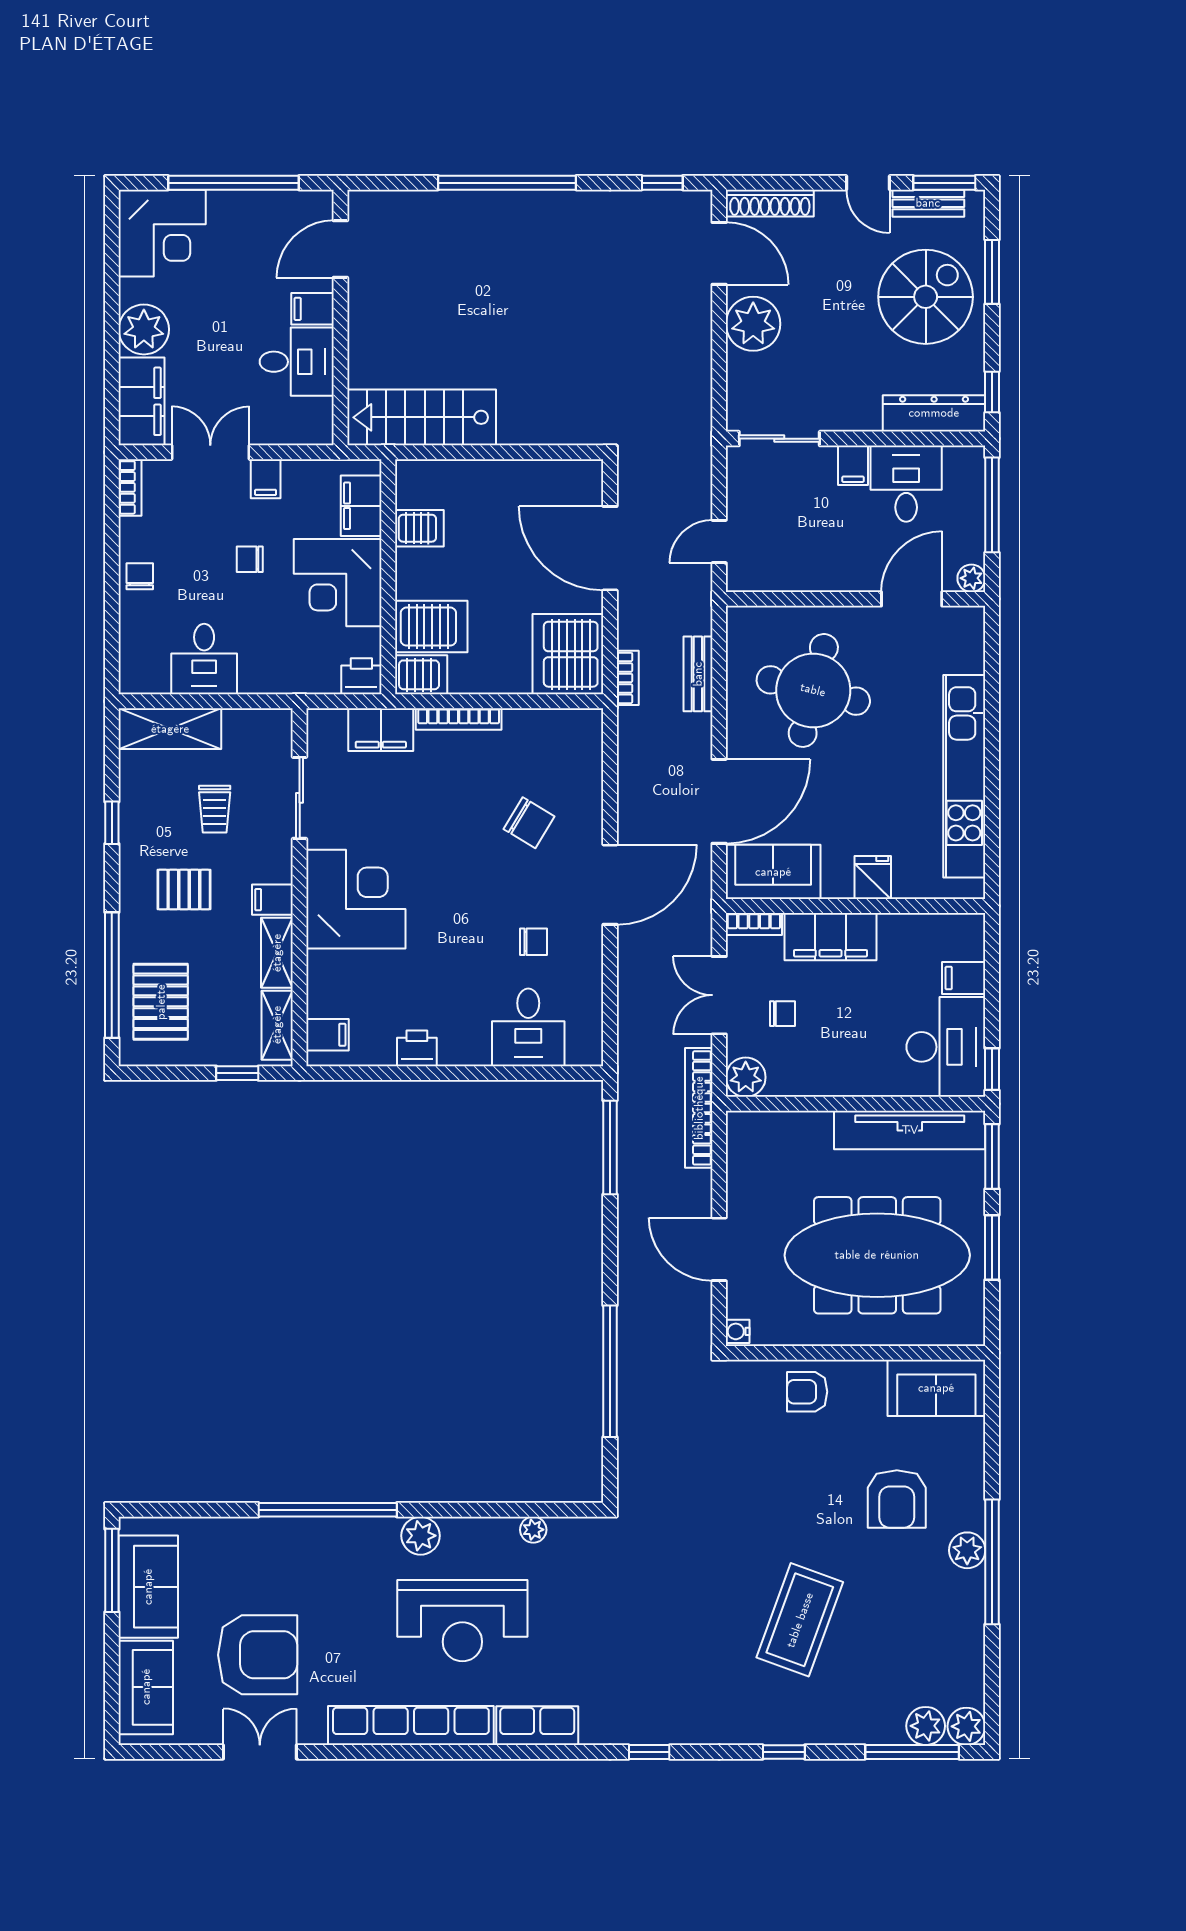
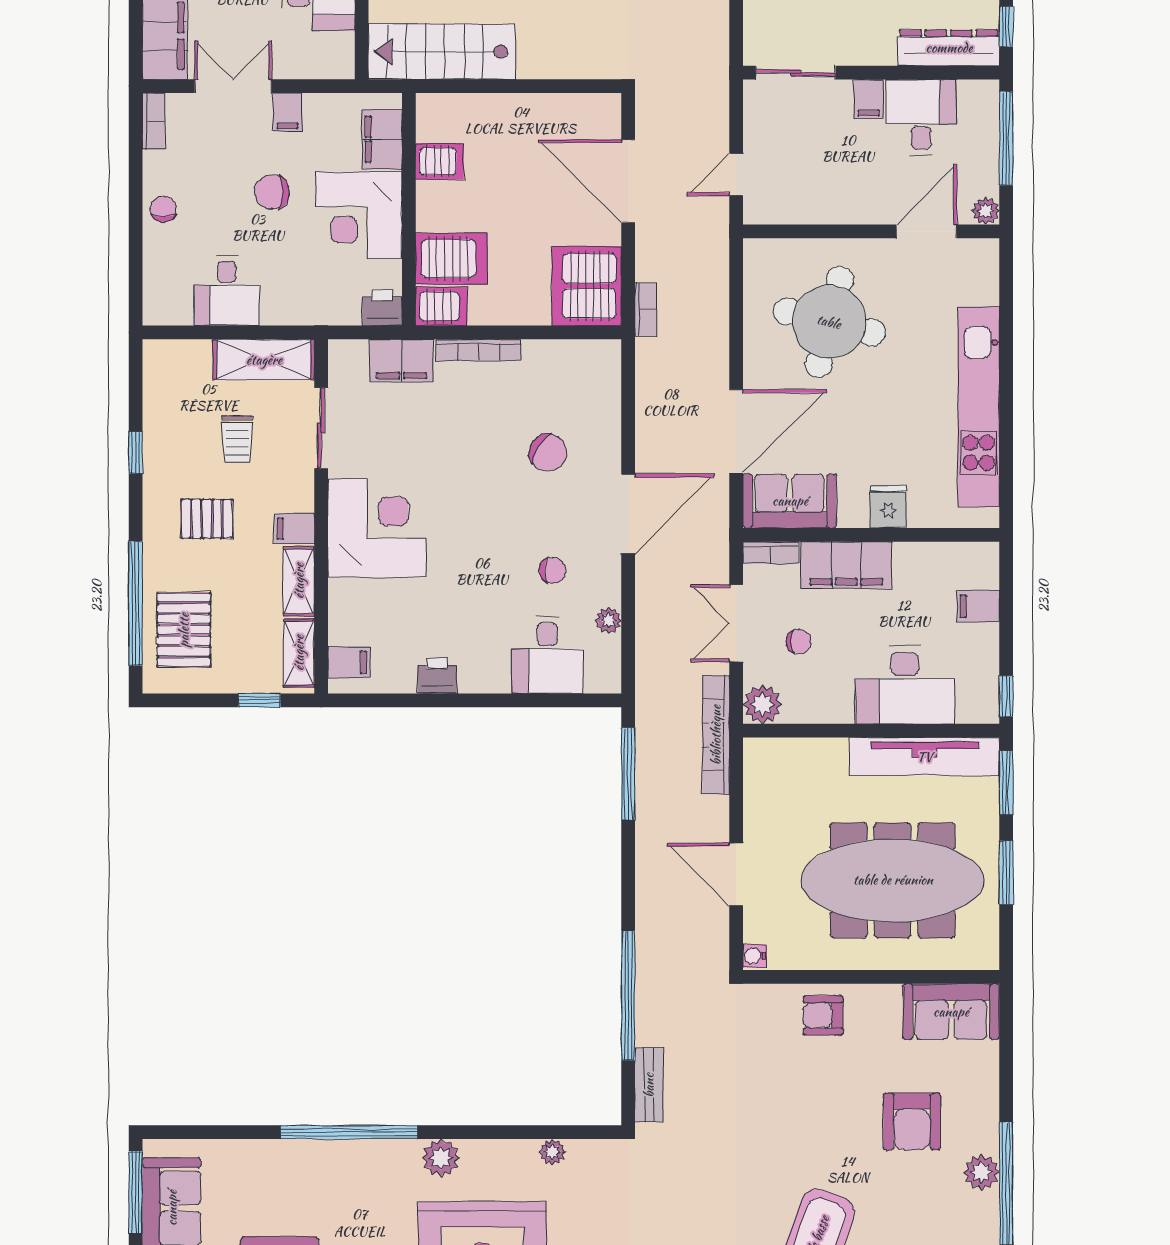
chair: (250, 559) -> (272, 192), width x1.37, depth x1.37
bench: (698, 674) -> (649, 1085), moved
shelving: (170, 729) -> (264, 360), moved
plant: (590, 992) -> (608, 620), added
desk: (946, 1047) -> (905, 685), moved, turned 90

